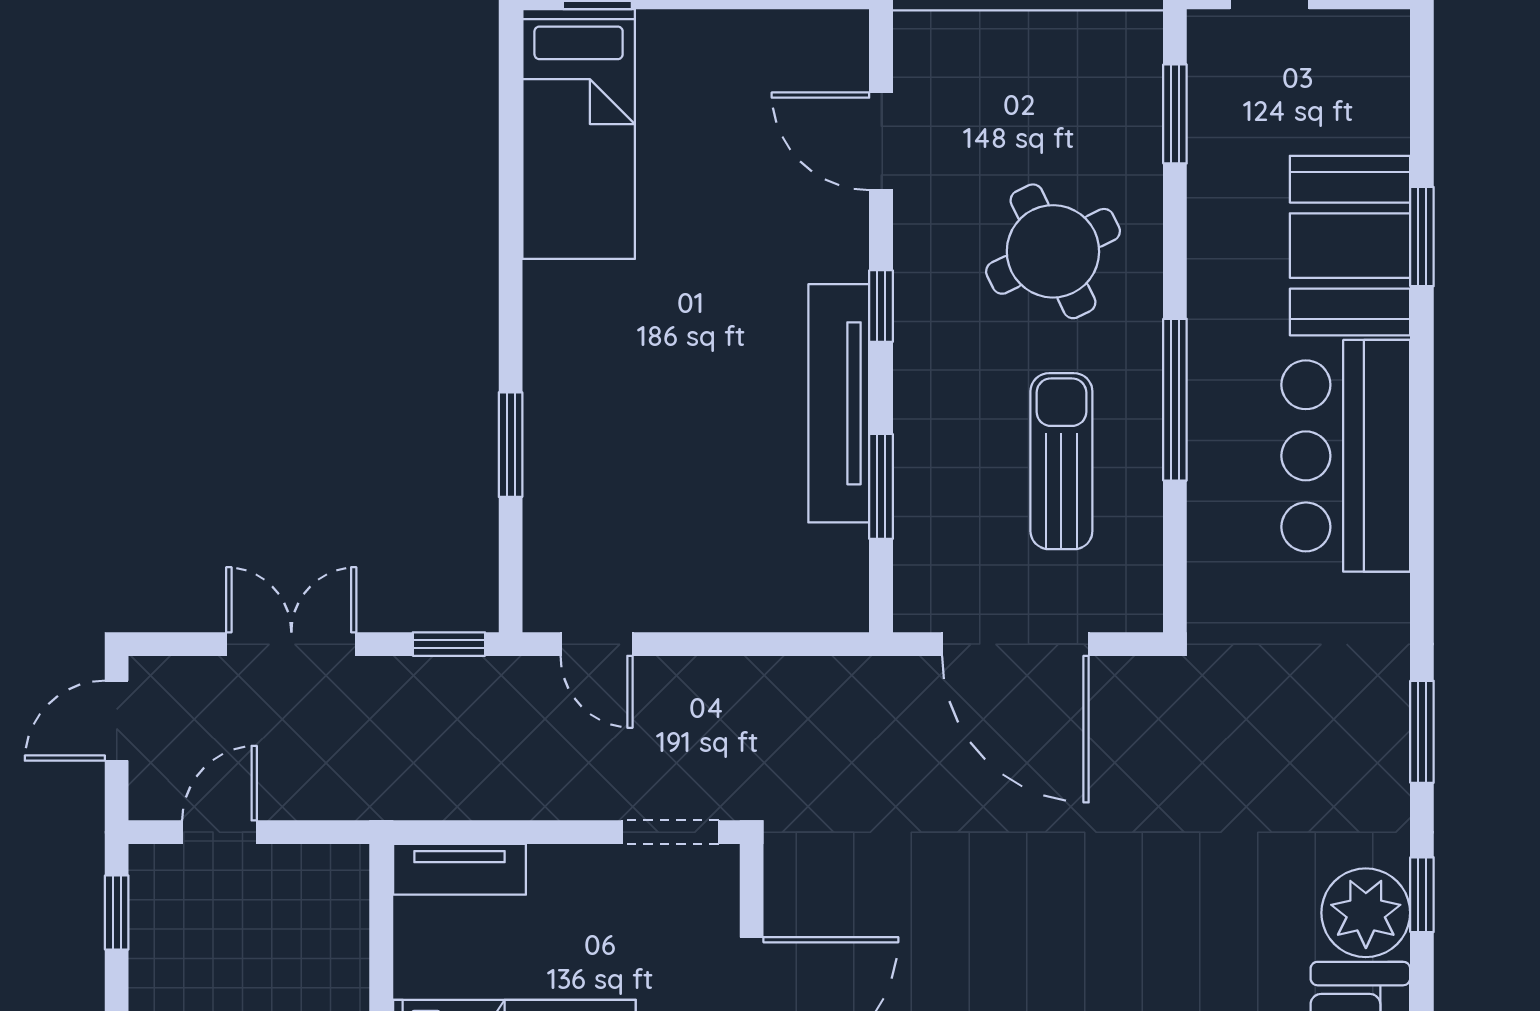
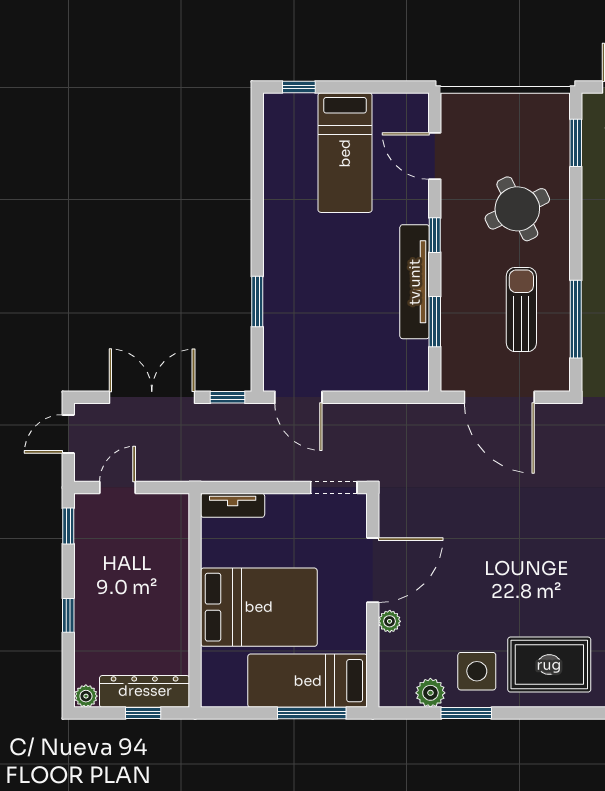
bed: (579, 134) -> (345, 153), moved
window: (1175, 400) -> (576, 319), moved
double door: (291, 644) -> (152, 397), width x1.37
door: (597, 644) -> (298, 397), width x1.38

